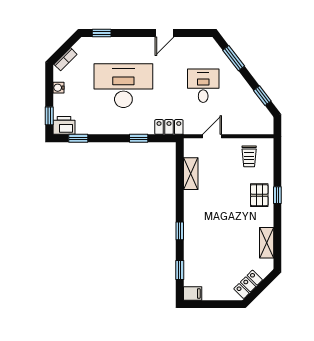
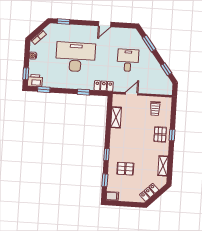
pallet: (210, 251) -> (125, 169), added

